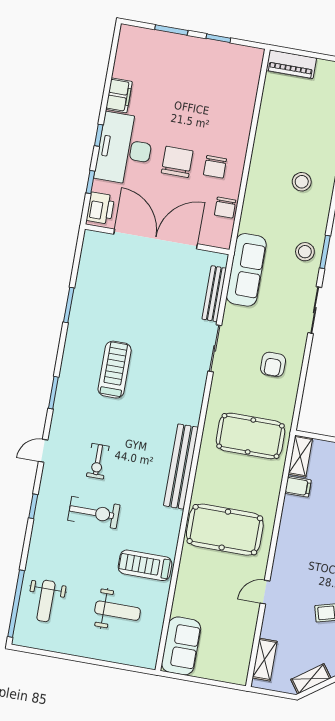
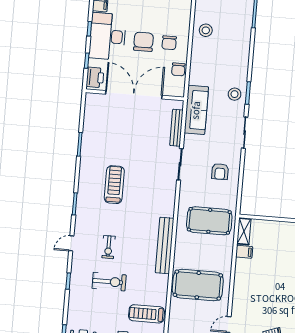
stool: (302, 182) -> (206, 30), moved

